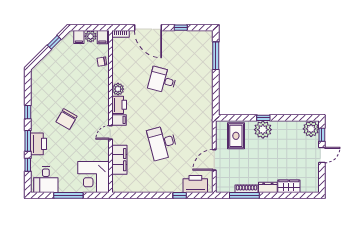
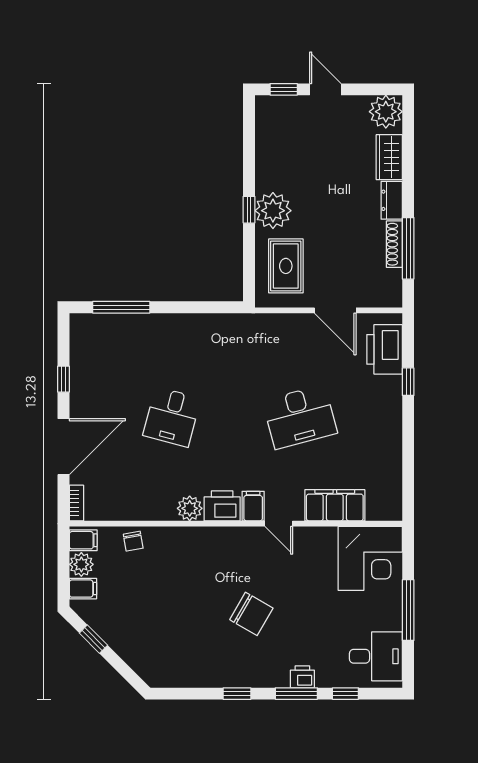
plant: (311, 129) -> (386, 112), moved
rug: (236, 136) -> (286, 266), turned 90
printer: (38, 144) -> (302, 677), width x0.53, depth x0.68

